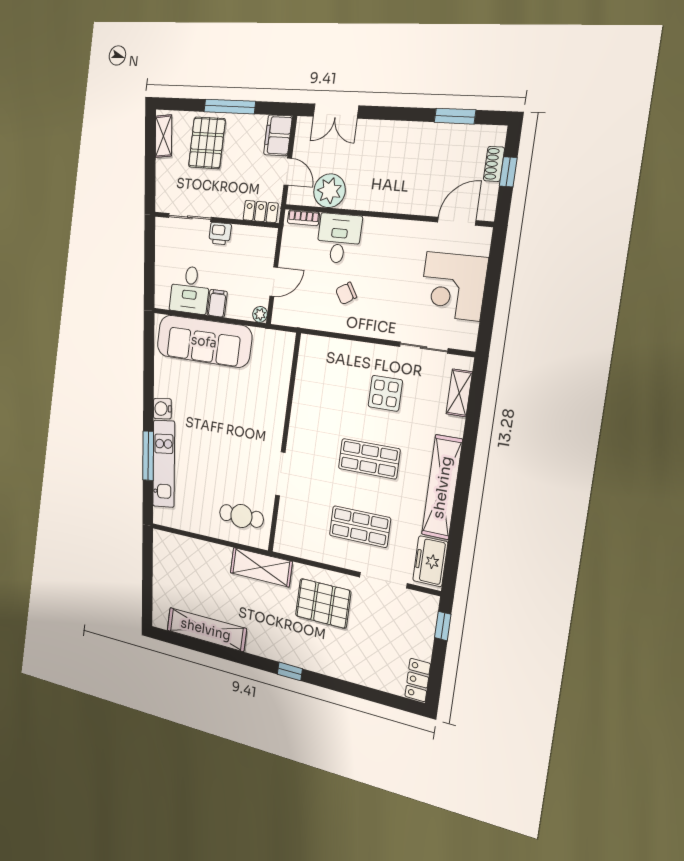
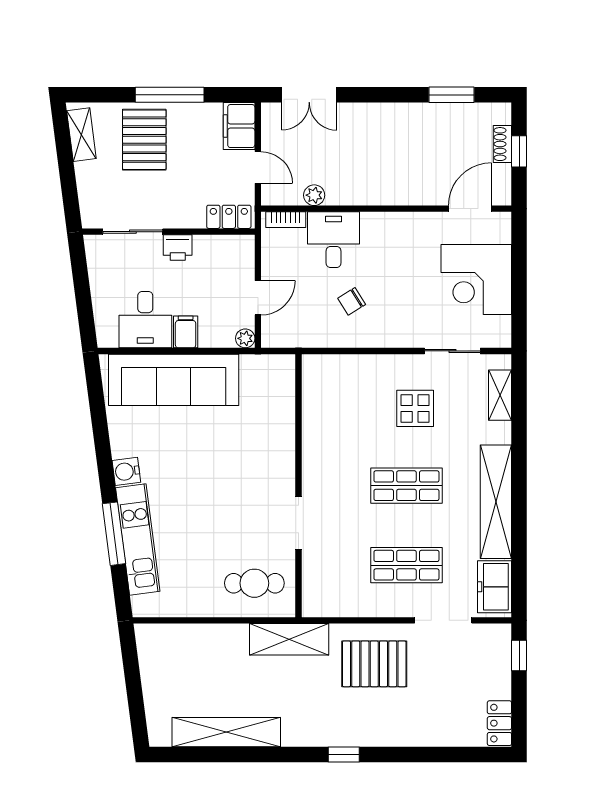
plant: (329, 191) -> (314, 195), width x0.53, depth x0.53

